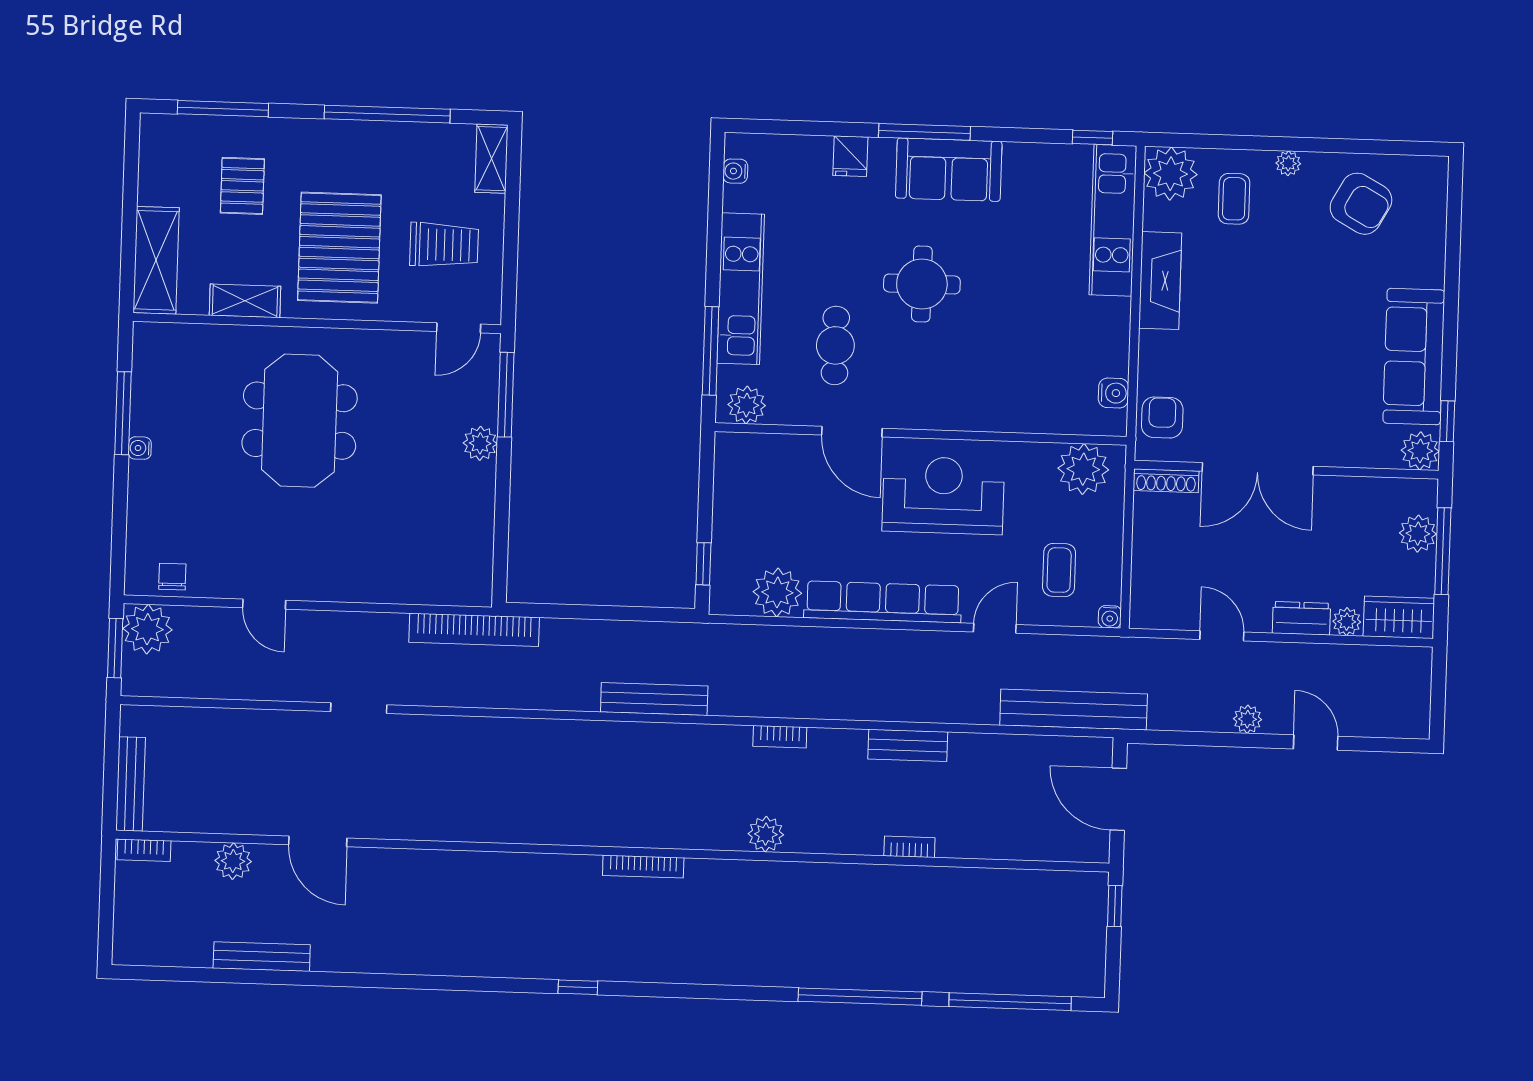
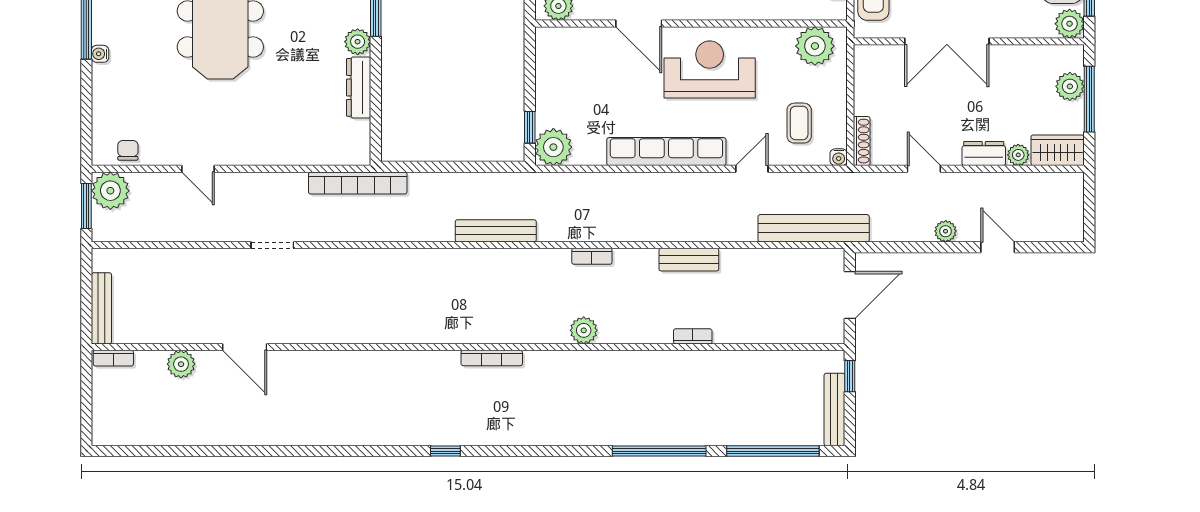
shoe rack: (1166, 481) -> (862, 141), moved, turned -90
dresser: (480, 504) -> (359, 87), added
plant: (777, 592) -> (553, 147), moved
door: (1118, 799) -> (850, 295), swing flipped
bench: (262, 957) -> (834, 410), moved, turned 90

